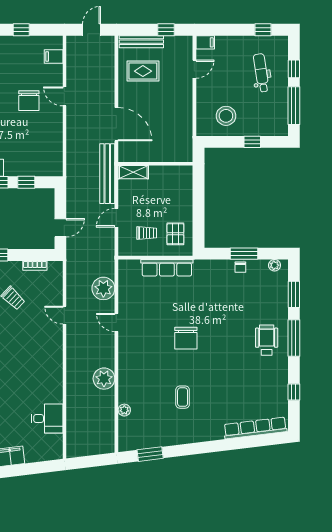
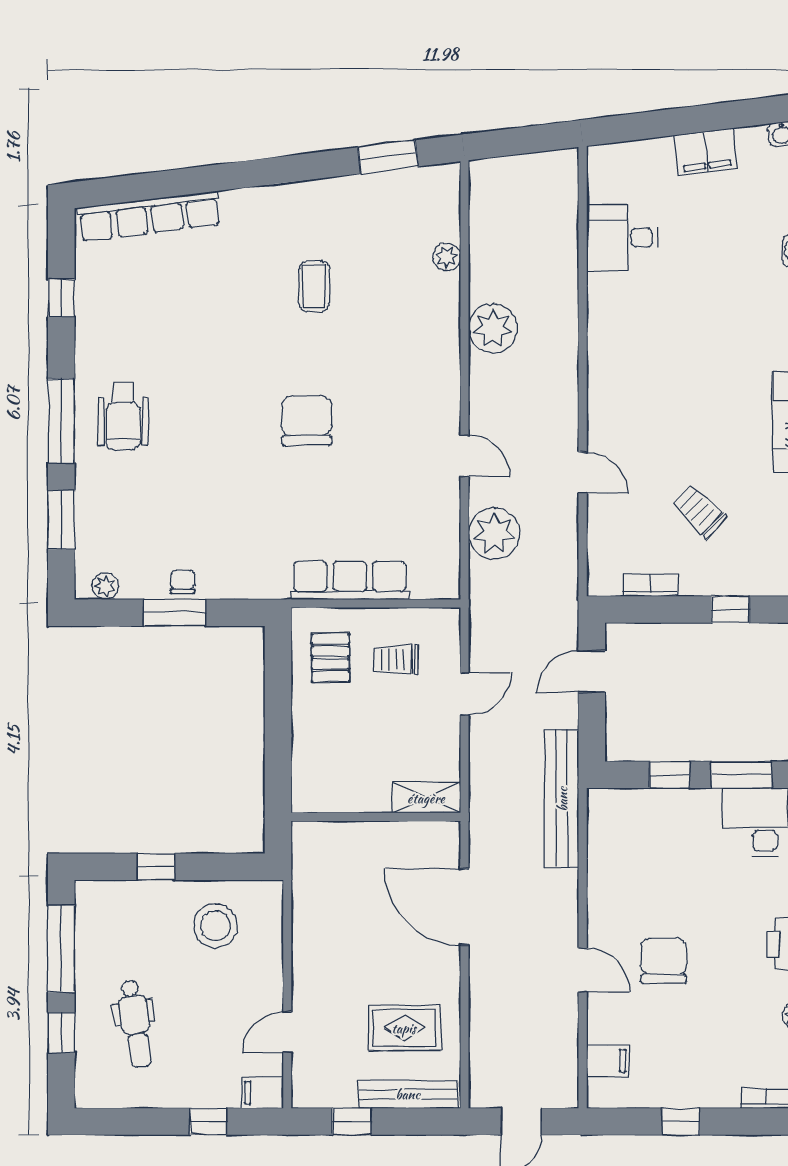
window: (263, 30) -> (208, 1122), moved
bench: (107, 174) -> (562, 799), moved

